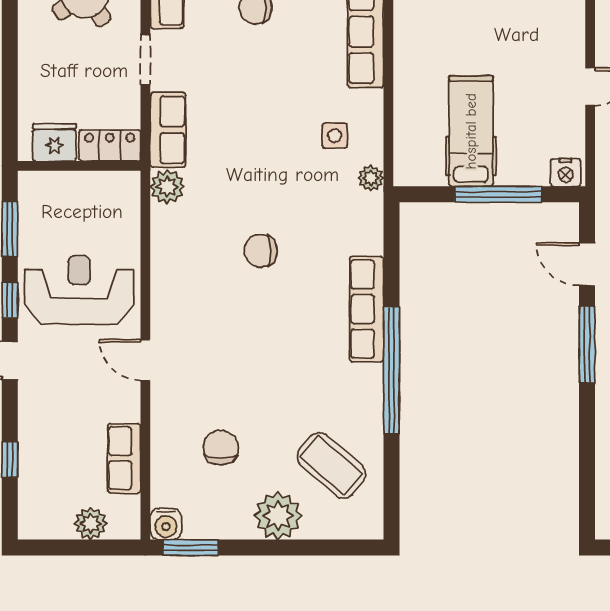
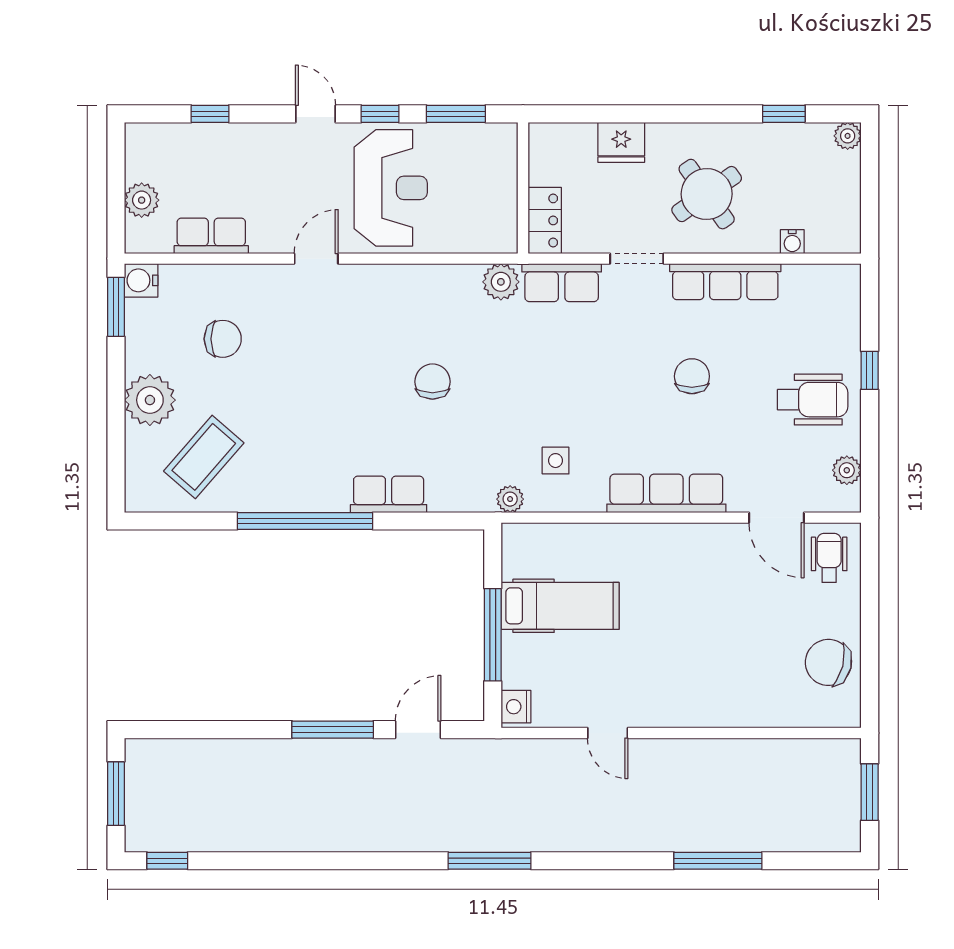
fridge: (54, 142) -> (621, 142), moved, turned 90
row of seats: (366, 309) -> (389, 494), width x0.68

